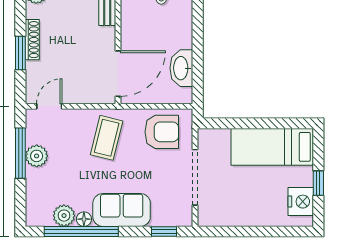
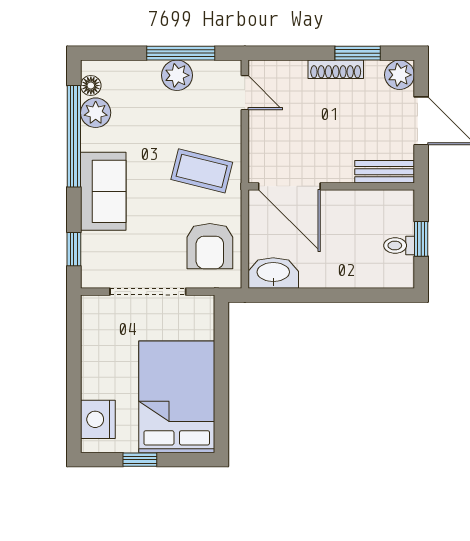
window: (20, 53) -> (358, 53), moved
washbasin: (181, 68) -> (273, 273), moved
bed: (272, 147) -> (177, 397), width x1.50
nightstand: (301, 202) -> (98, 419), moved, turned 90
floor lamp: (84, 219) -> (91, 86), moved

